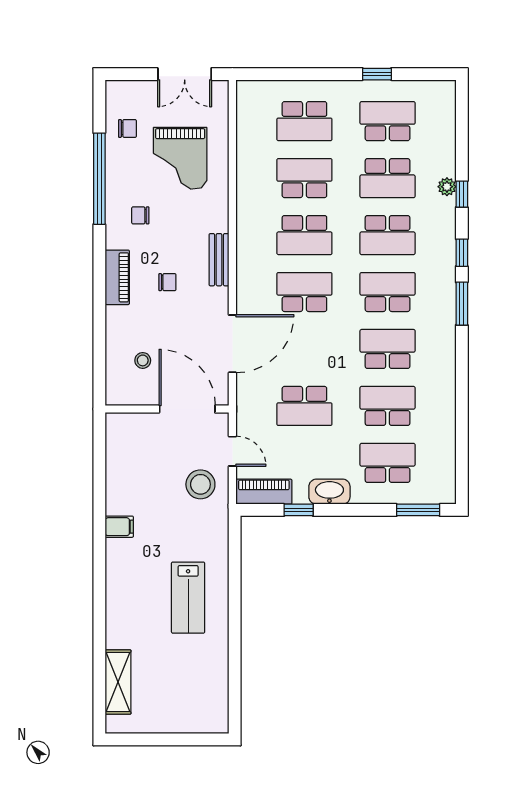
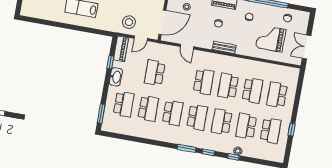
door: (232, 344) -> (187, 47), width x0.53

